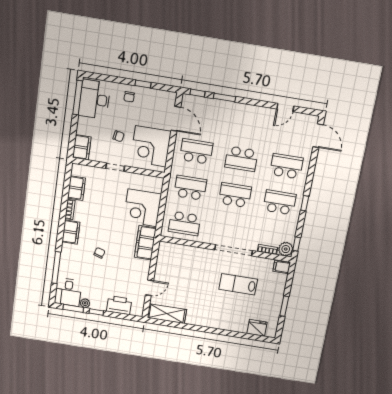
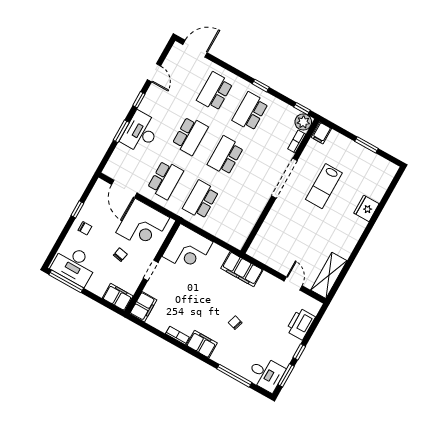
window: (198, 93) -> (139, 100), moved
desk: (229, 115) -> (140, 132), added
door: (176, 119) -> (124, 189), swing flipped
school desk: (196, 151) -> (165, 180), turned 180
filing cabinet: (76, 188) -> (143, 307), moved, turned 90
corner desk: (142, 208) -> (188, 249), moved
school desk: (185, 223) -> (236, 220), removed
plant: (85, 303) -> (285, 360), removed
fridge: (257, 328) -> (366, 208), moved

